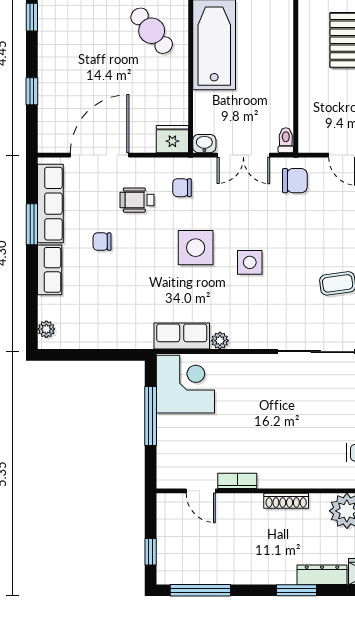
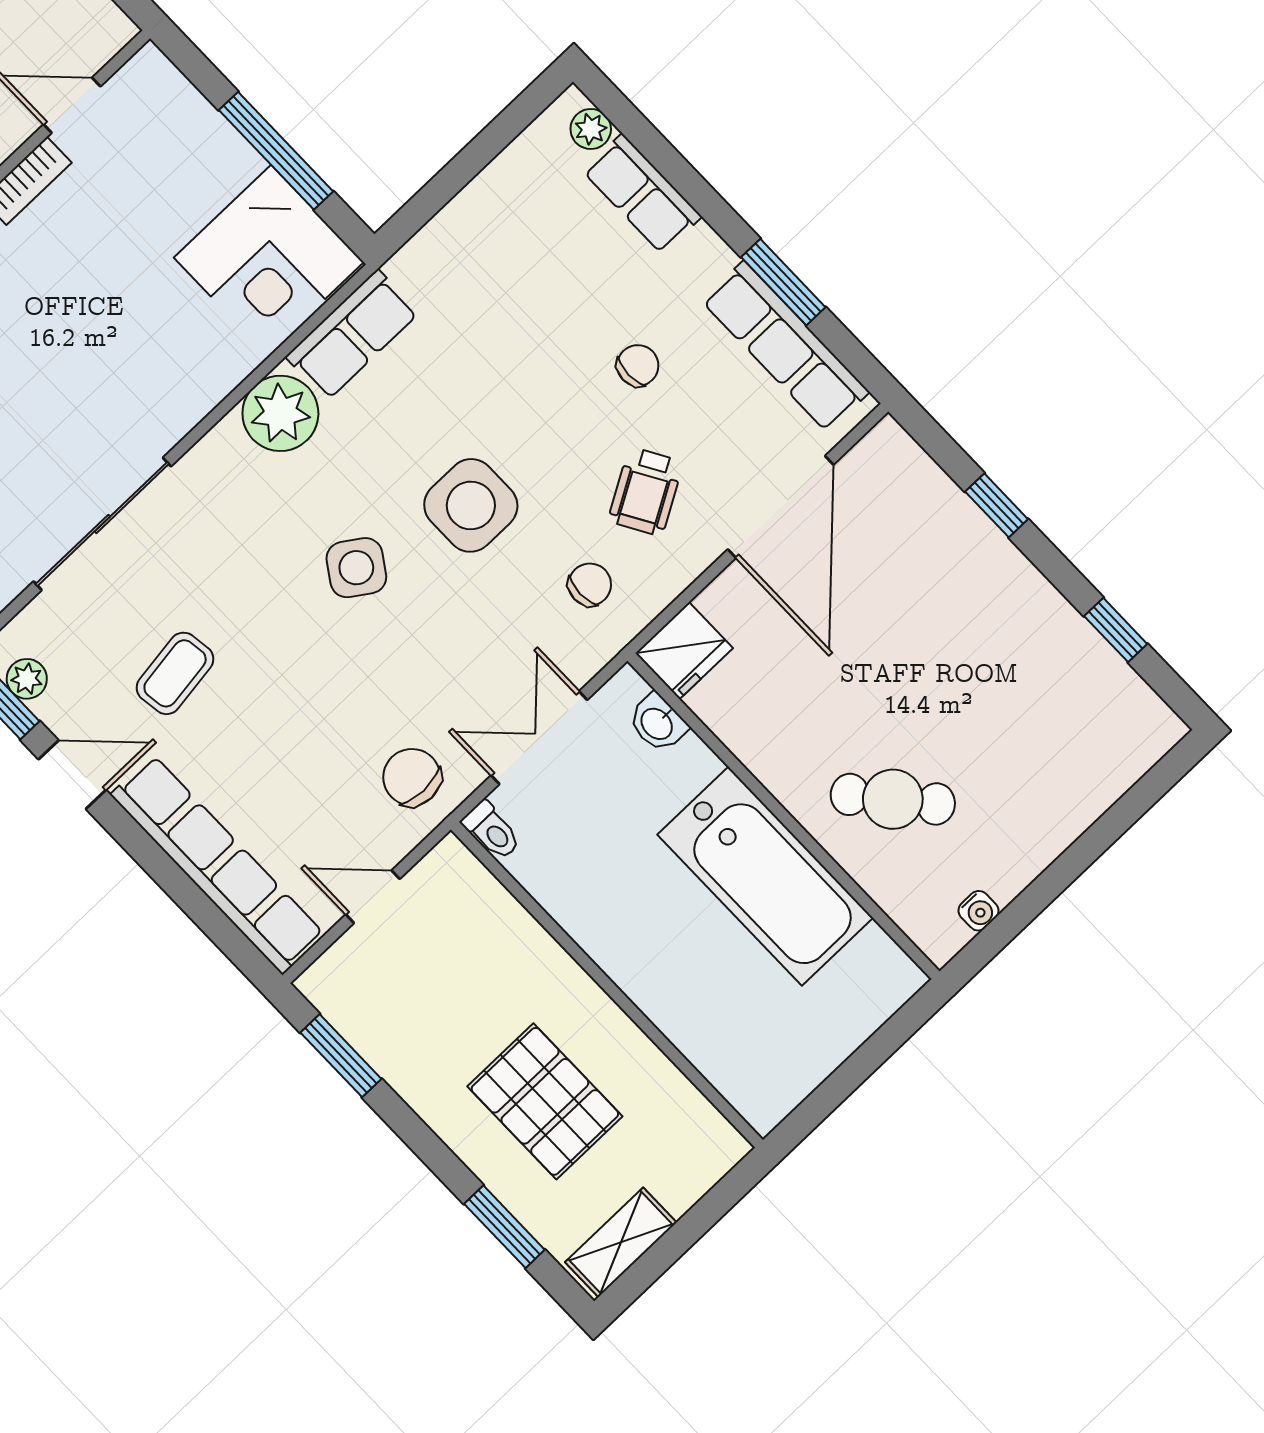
washbasin: (204, 144) -> (658, 723), moved, turned 90
chair: (295, 181) -> (412, 777), turned 90
wheelchair: (137, 200) -> (646, 491), turned 150
side table: (250, 262) -> (356, 568), turned 34
row of seats: (50, 270) -> (642, 194), moved
plant: (220, 341) -> (280, 413), width x1.88, depth x1.88

